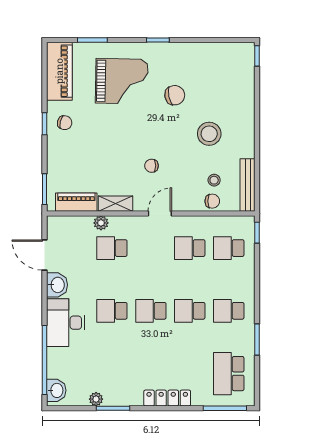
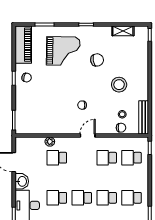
piano: (76, 202) -> (34, 128), removed
shelving: (115, 204) -> (123, 31), moved

